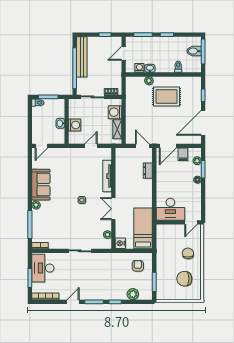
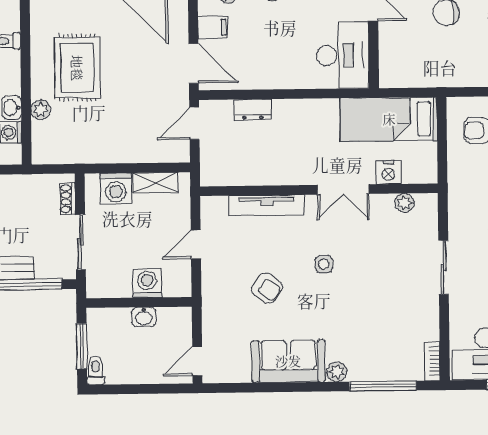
door: (41, 146) -> (197, 361), swing flipped
door: (91, 146) -> (196, 244), hinge flipped
armchair: (72, 176) -> (267, 288), added
nightstand: (120, 243) -> (389, 172), moved

